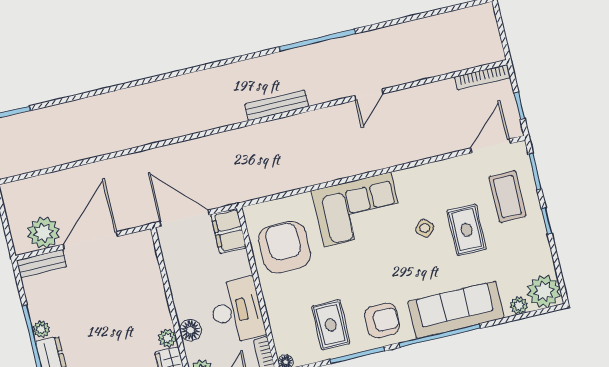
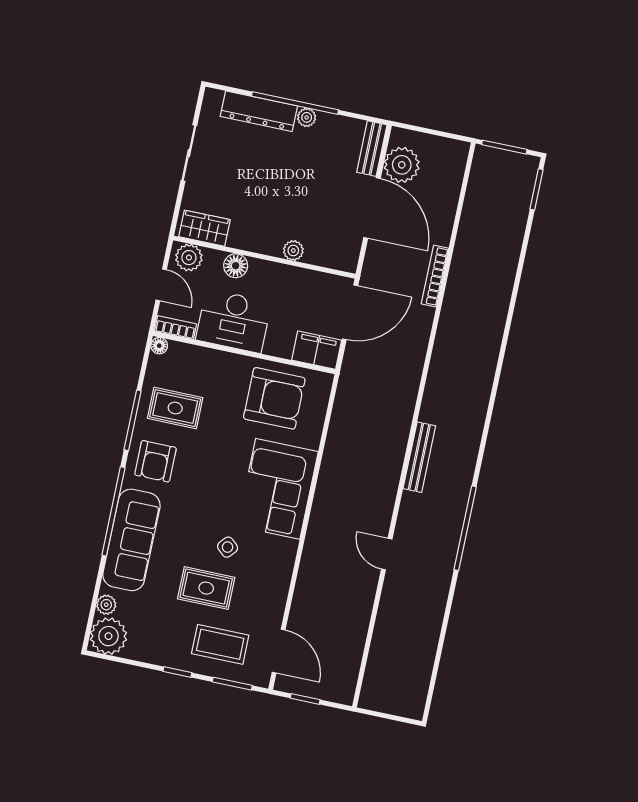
bookcase: (482, 77) -> (435, 276), moved
plant: (167, 338) -> (293, 250), moved

